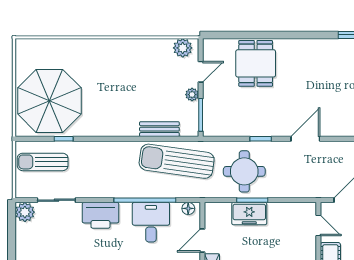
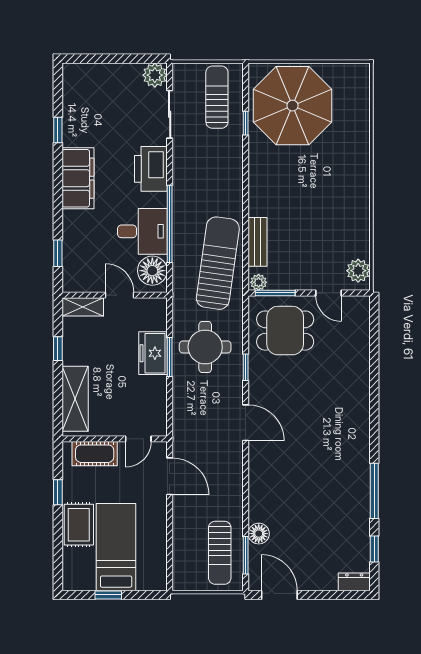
dining table: (256, 63) -> (285, 331), moved
plant: (192, 95) -> (259, 282), moved
floor lamp: (188, 208) -> (152, 271), width x1.89, depth x1.89

